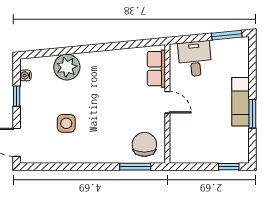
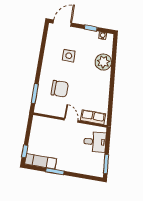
door: (167, 102) -> (71, 120), swing flipped
exam couch: (240, 102) -> (41, 161), moved
chair: (144, 144) -> (60, 89), moved

